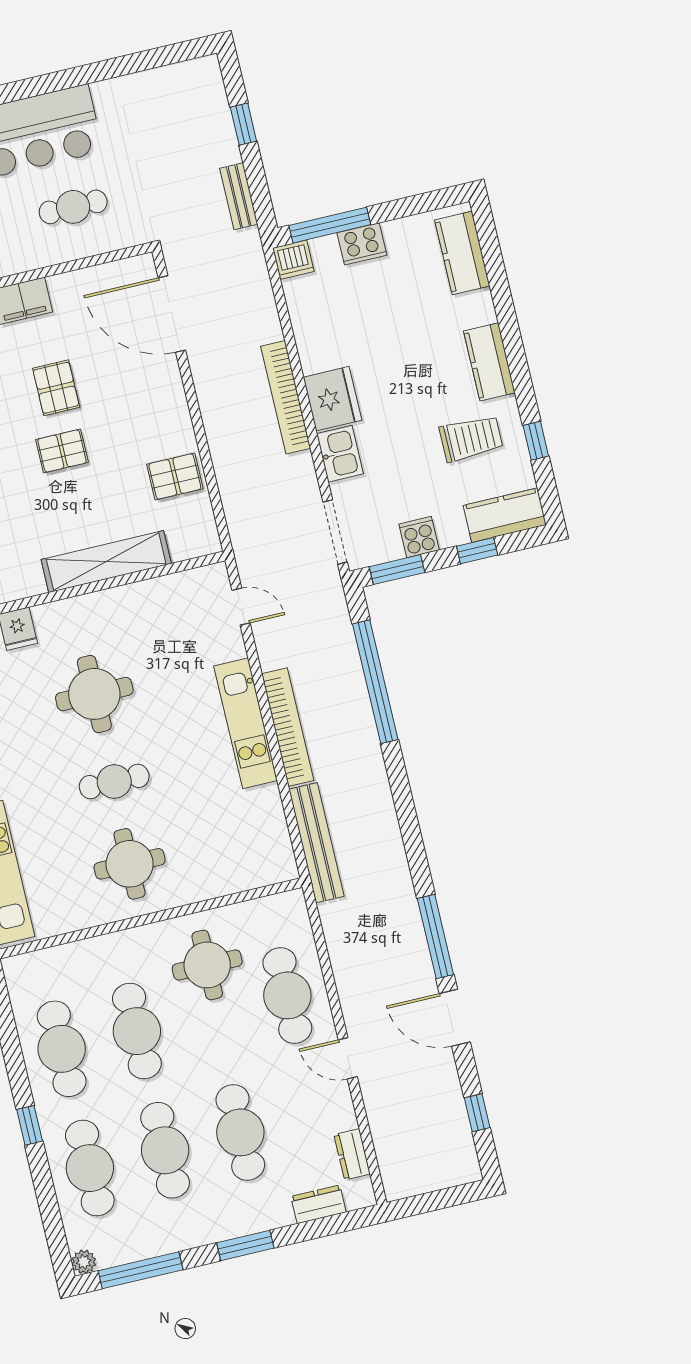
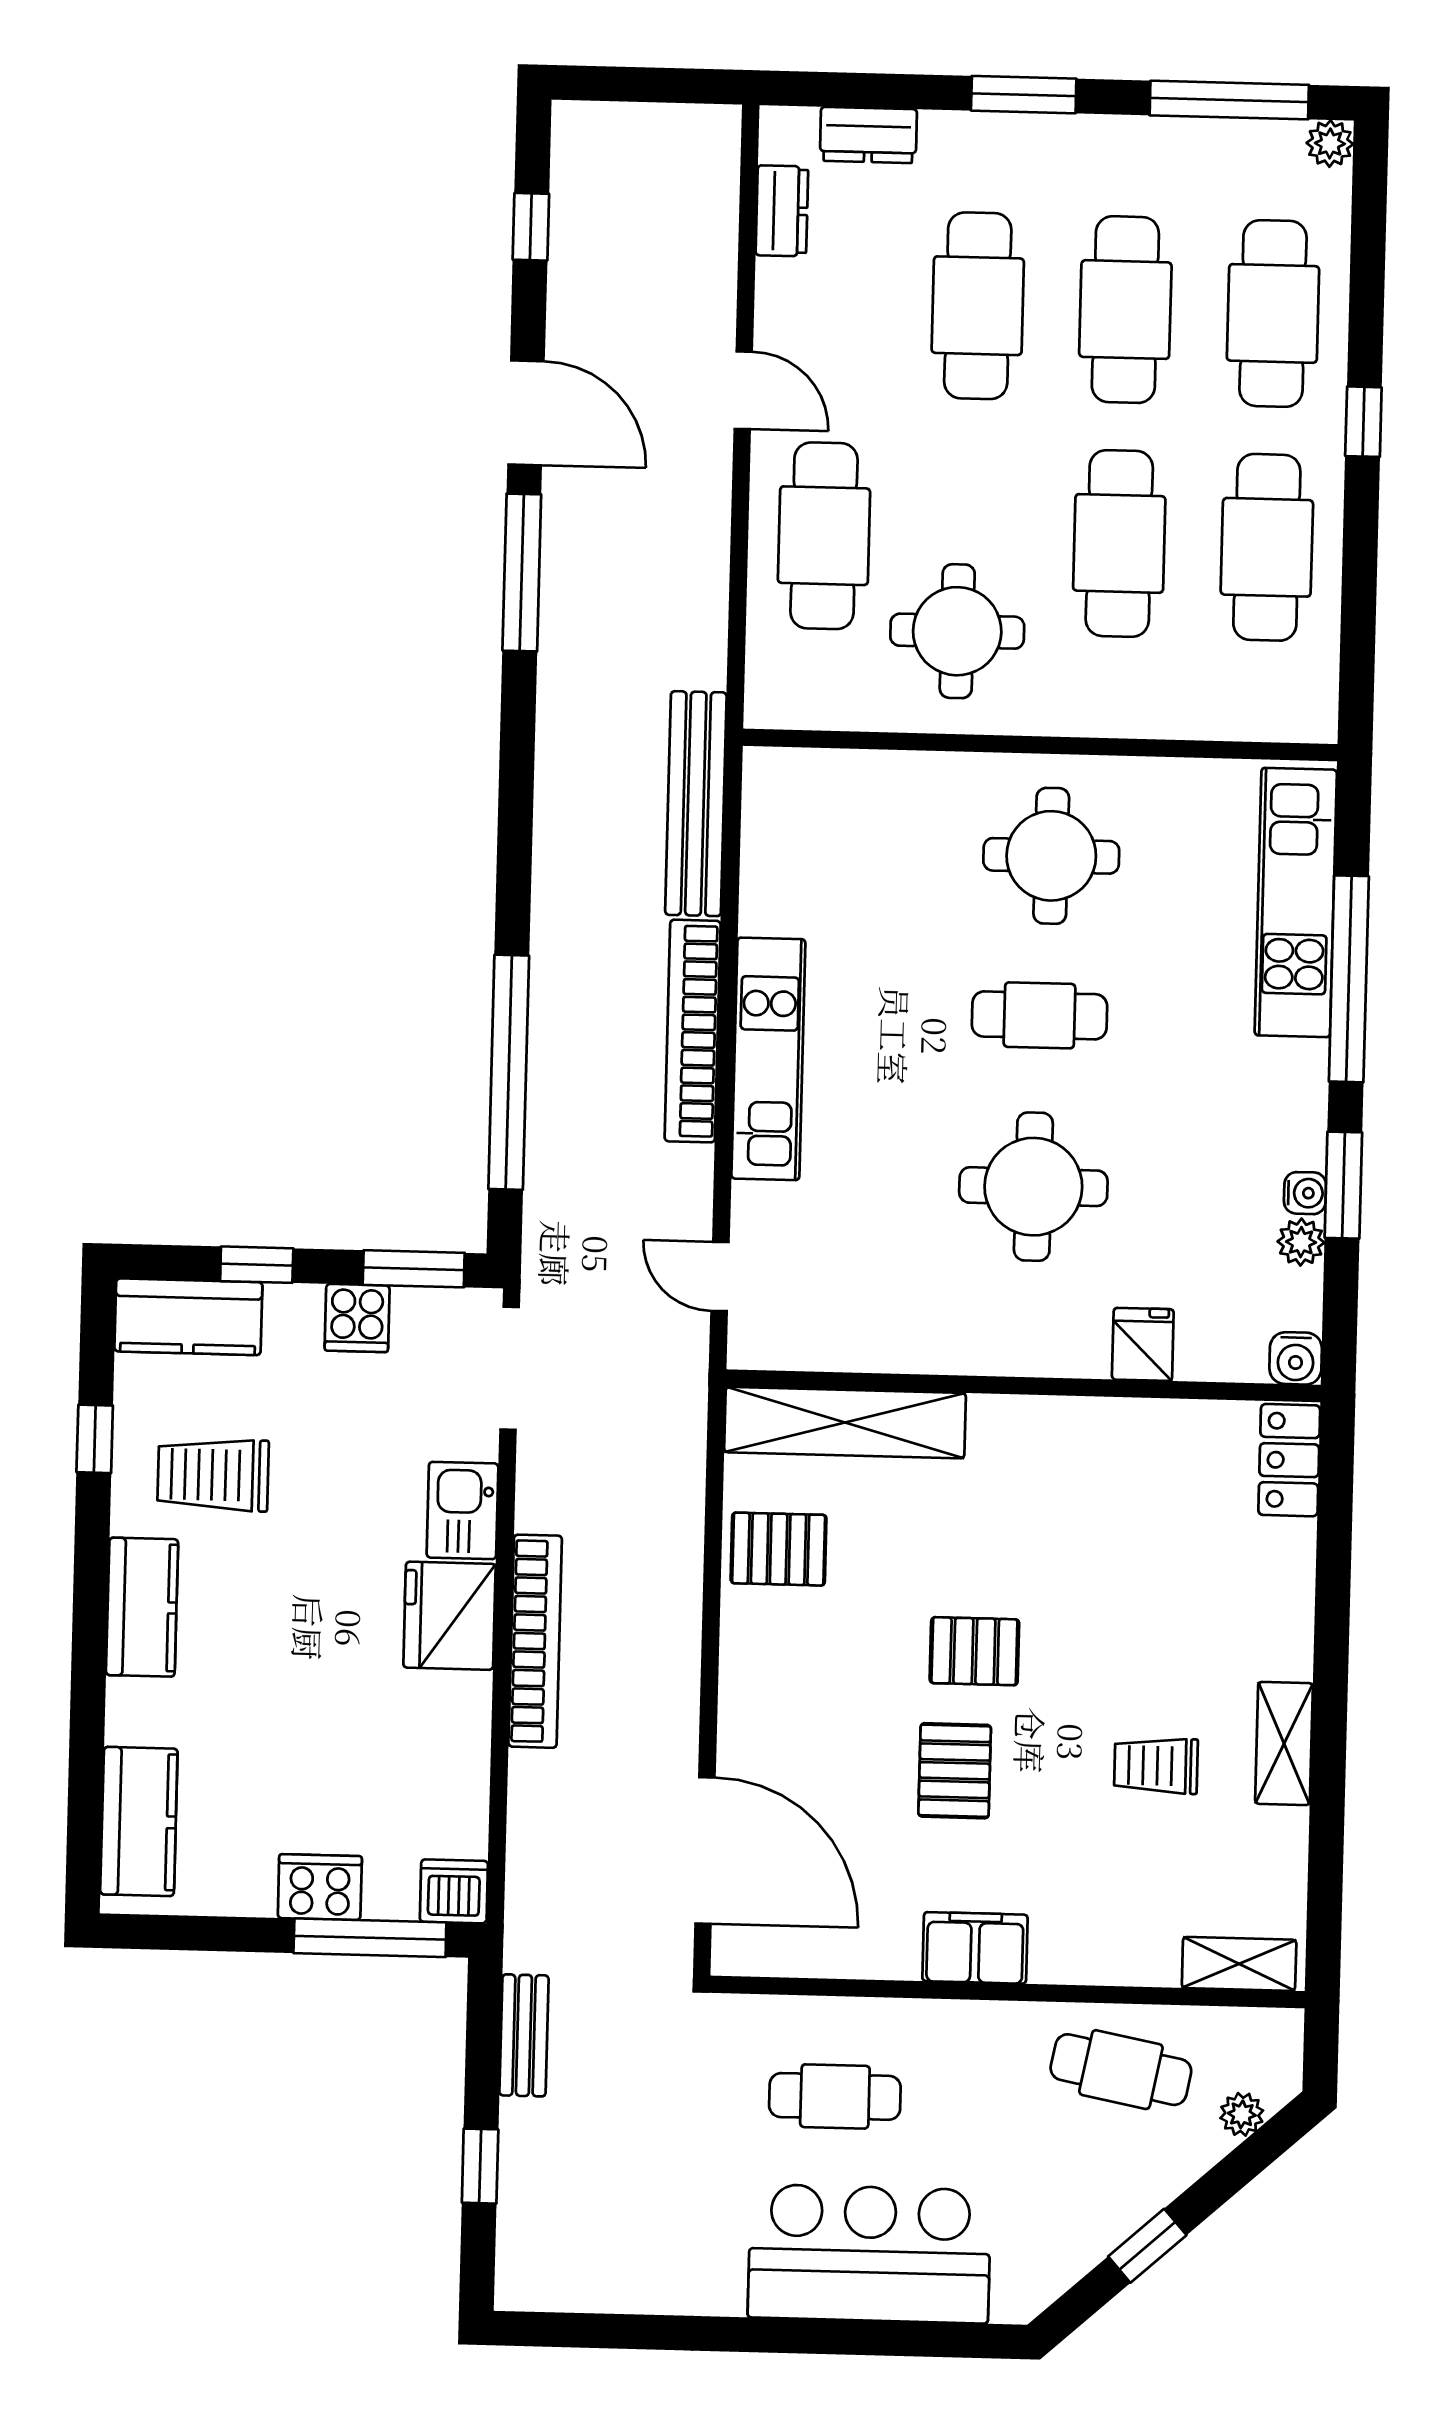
shelving: (106, 562) -> (845, 1423), moved

